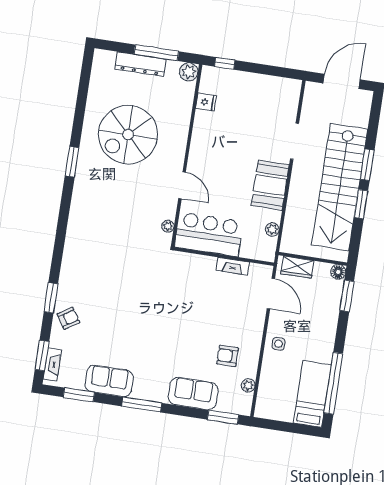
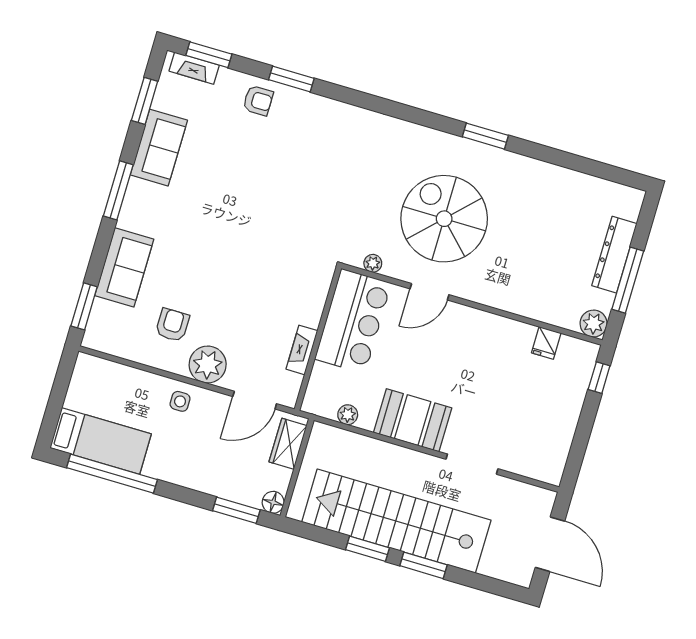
spiral stairs: (128, 135) -> (444, 219), moved
armchair: (68, 318) -> (258, 100), turned -57
plant: (248, 385) -> (208, 365), moved, width x1.87, depth x1.87

